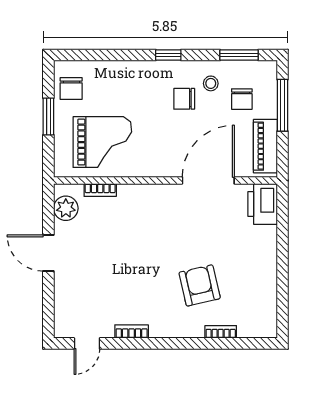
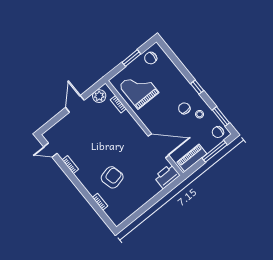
chair: (242, 99) -> (218, 132), moved
grand piano: (102, 142) -> (139, 89), turned 180

